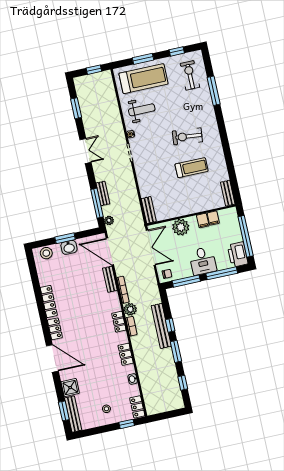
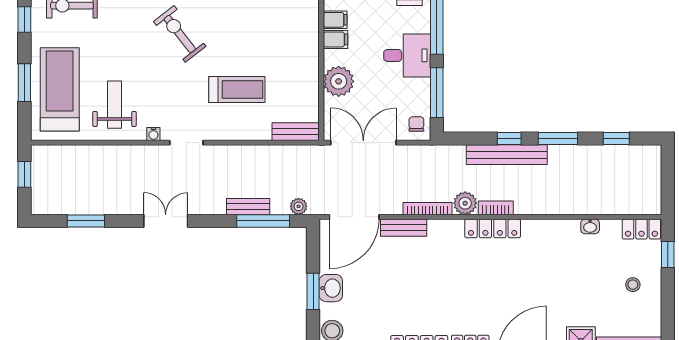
exercise bike: (187, 136) -> (180, 34), turned 136
treadmill: (192, 168) -> (237, 89), moved, turned 90
locker: (119, 322) -> (493, 228), width x1.53
locker: (126, 354) -> (543, 229), removed

